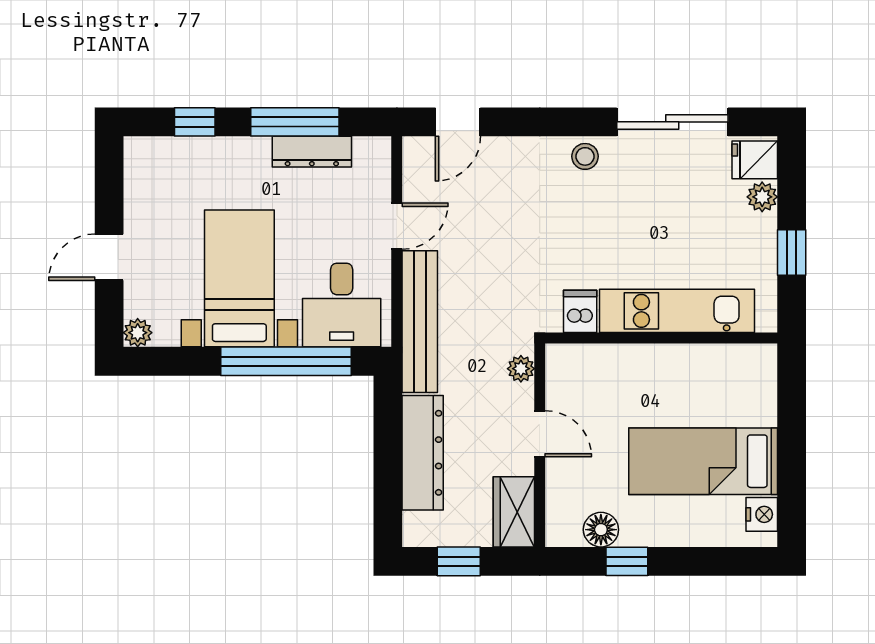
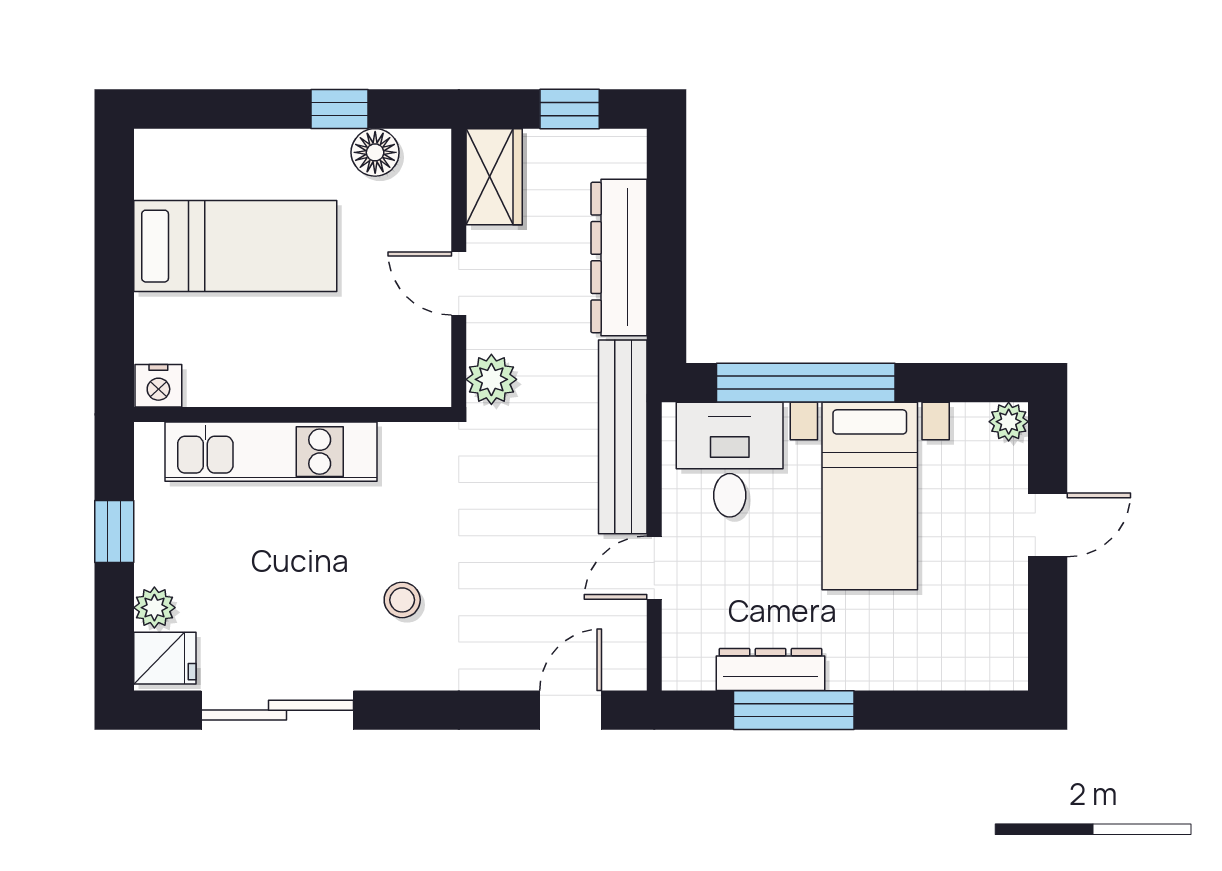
window: (195, 122) -> (931, 710), removed
stool: (585, 156) -> (402, 600), moved
dishwasher: (580, 311) -> (403, 451), removed
plant: (521, 369) -> (491, 379), width x1.38, depth x1.38
nightstand: (762, 514) -> (158, 386), moved, turned -90

